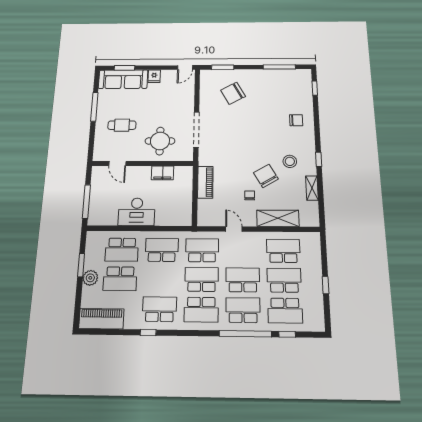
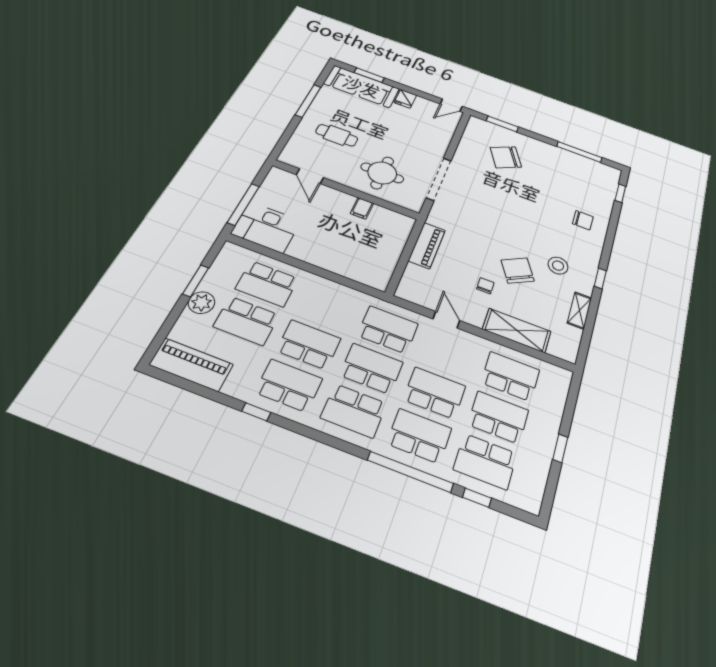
filing cabinet: (163, 173) -> (362, 208), width x0.50
desk: (137, 212) -> (266, 227), moved
school desk: (162, 250) -> (309, 345), moved

